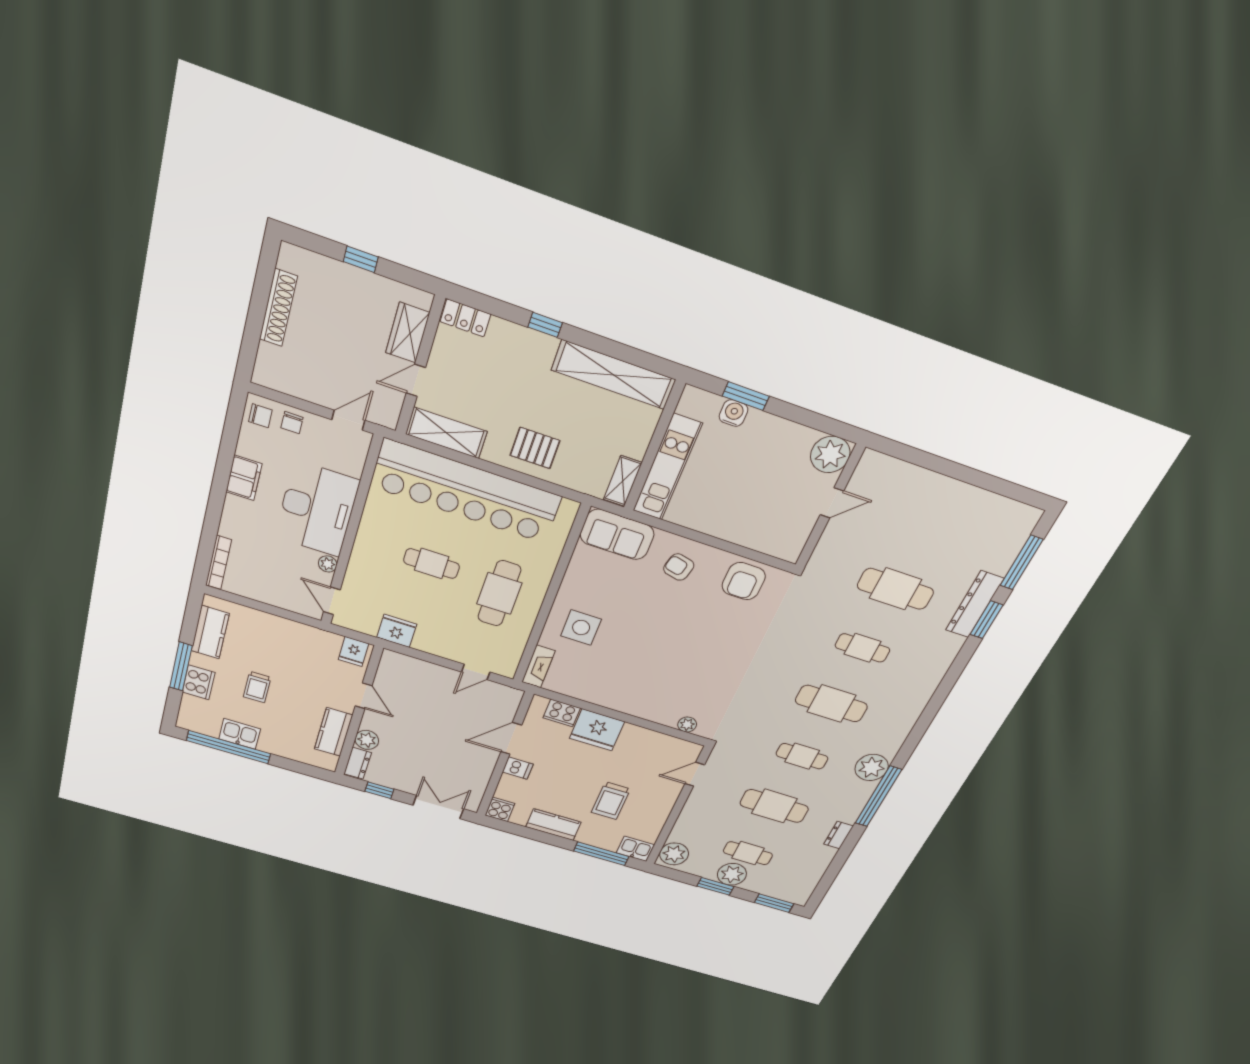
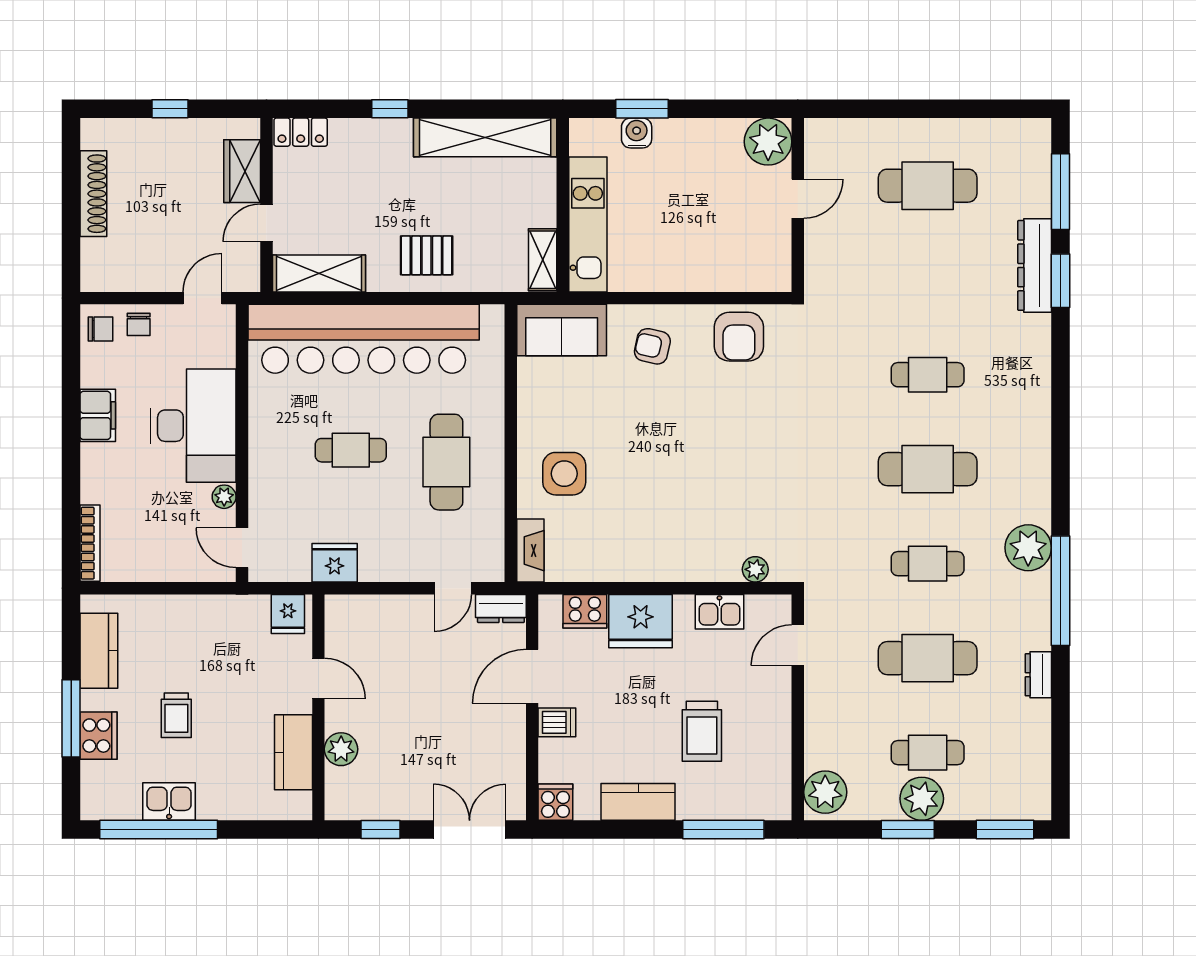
cafe table: (895, 589) -> (928, 186), moved
dresser: (358, 763) -> (501, 609), moved, turned 90
kitchen sink: (635, 849) -> (719, 612), moved, turned 180

